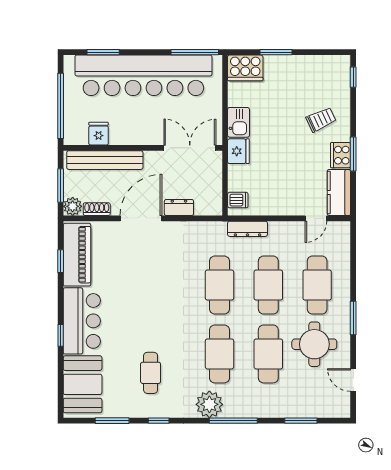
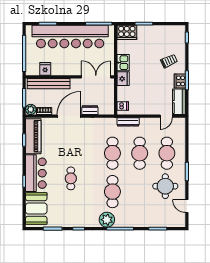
cafe table: (268, 354) -> (140, 192), removed
cafe table: (151, 373) -> (71, 178), moved

